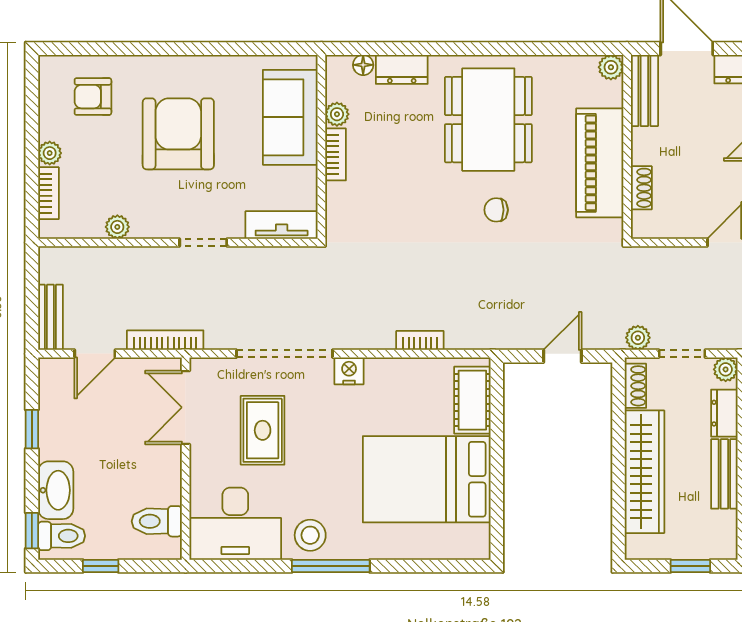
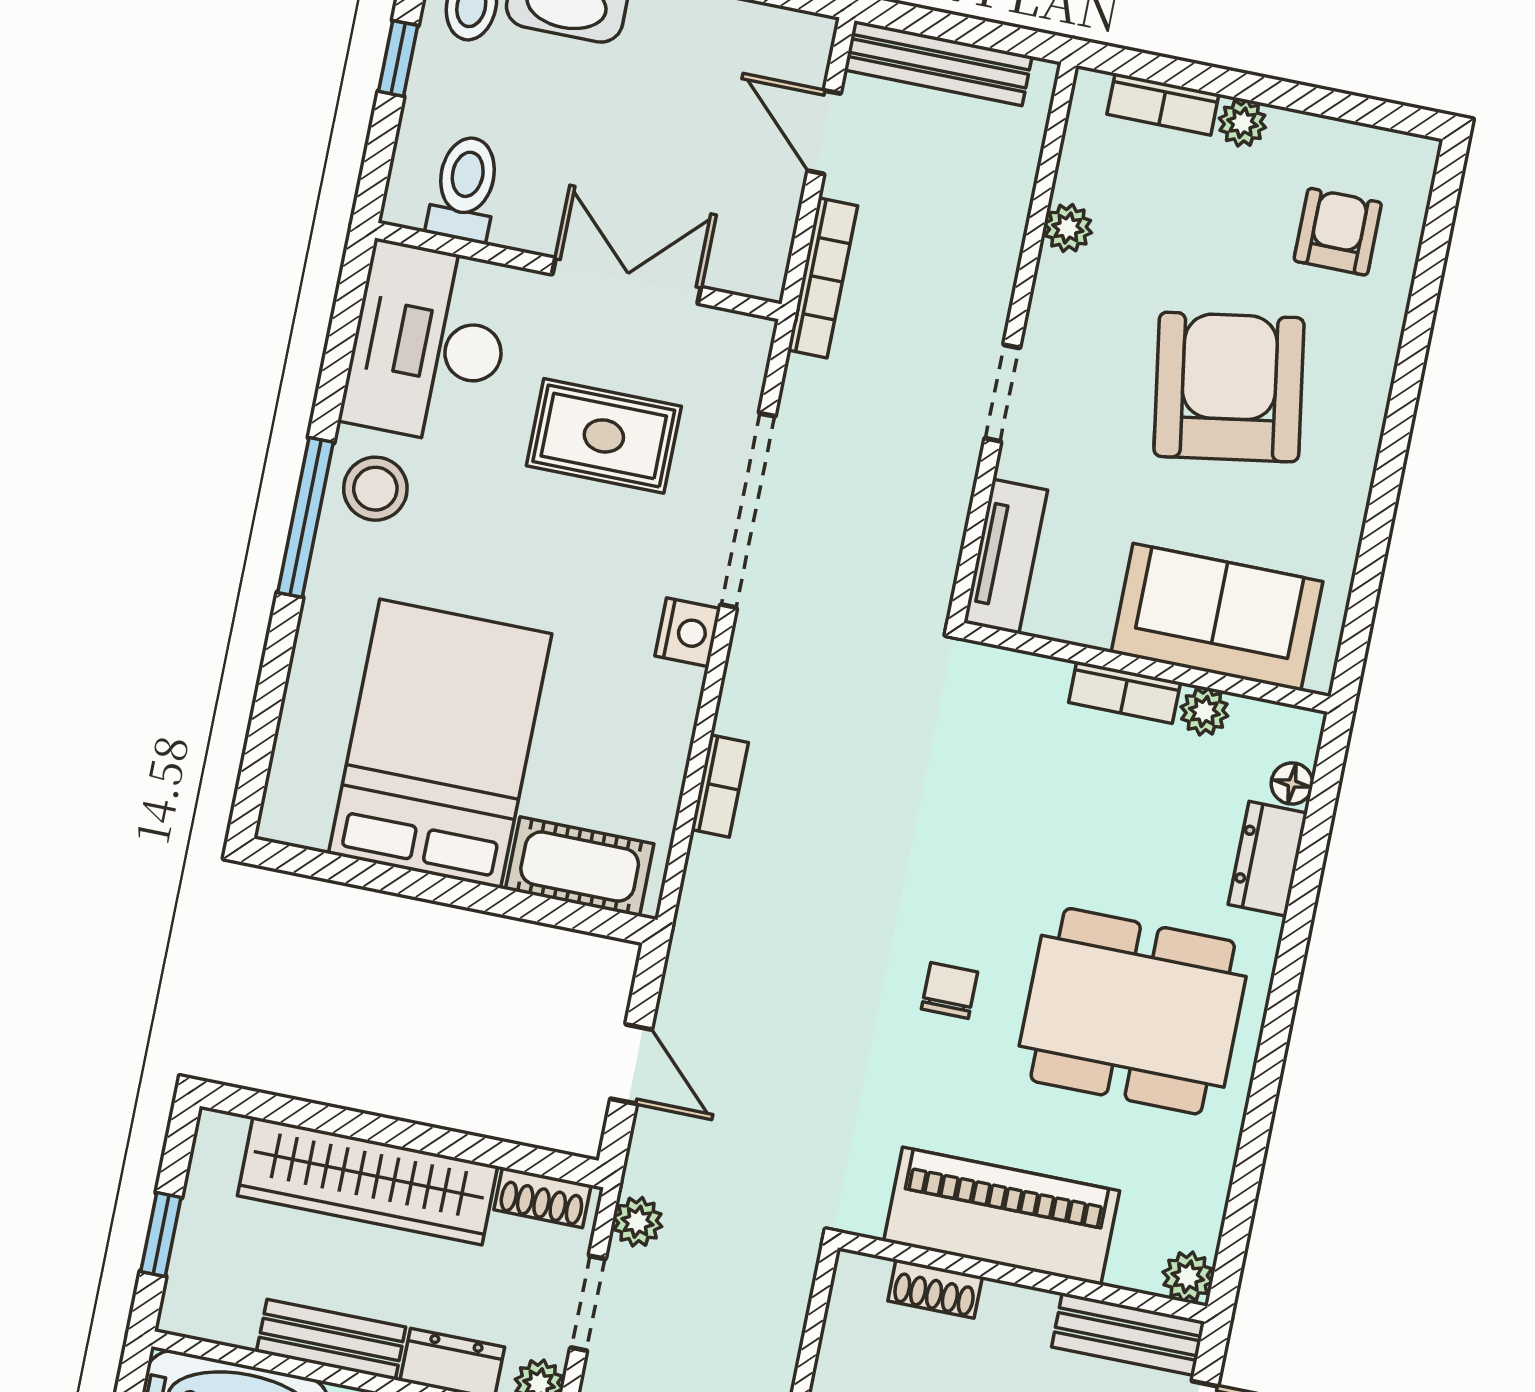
armchair: (178, 134) -> (1229, 387), turned -99
bench: (50, 317) -> (938, 63), width x1.36
double door: (186, 407) -> (627, 281), moved

